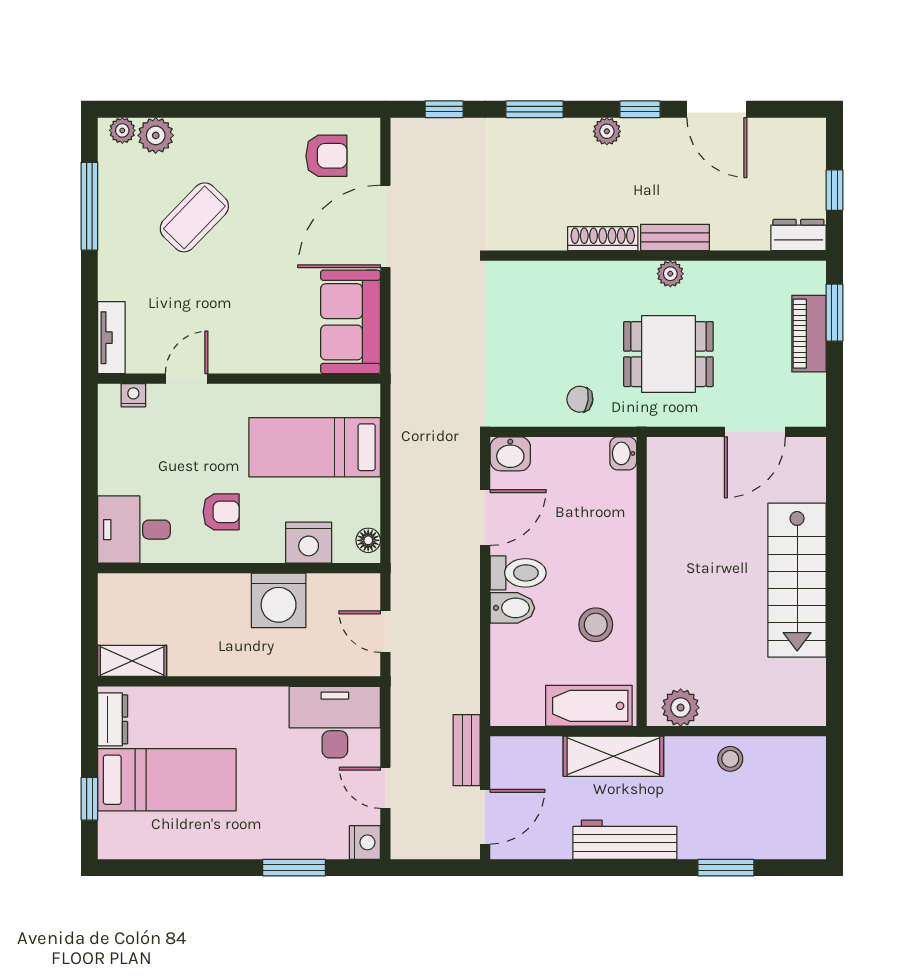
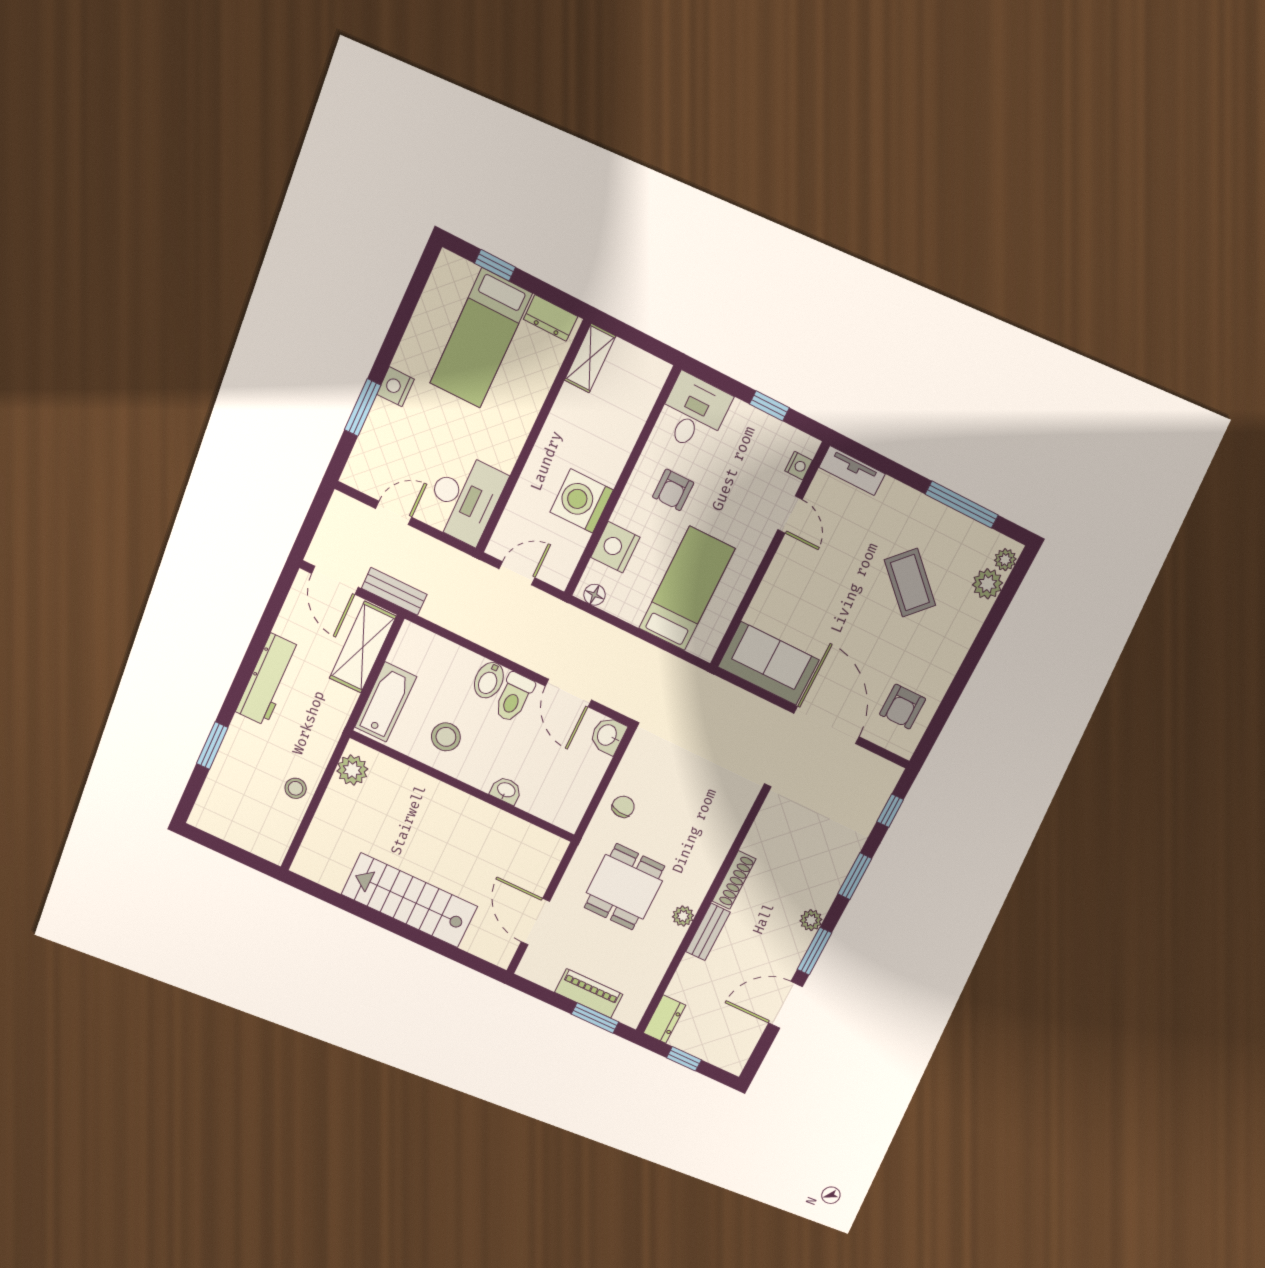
window: (640, 109) -> (814, 951), width x1.50
washbasin: (623, 453) -> (506, 790), moved
window: (89, 456) -> (769, 406), added
shelving: (613, 756) -> (363, 647), moved
nightstand: (365, 842) -> (395, 387), moved, turned 90

